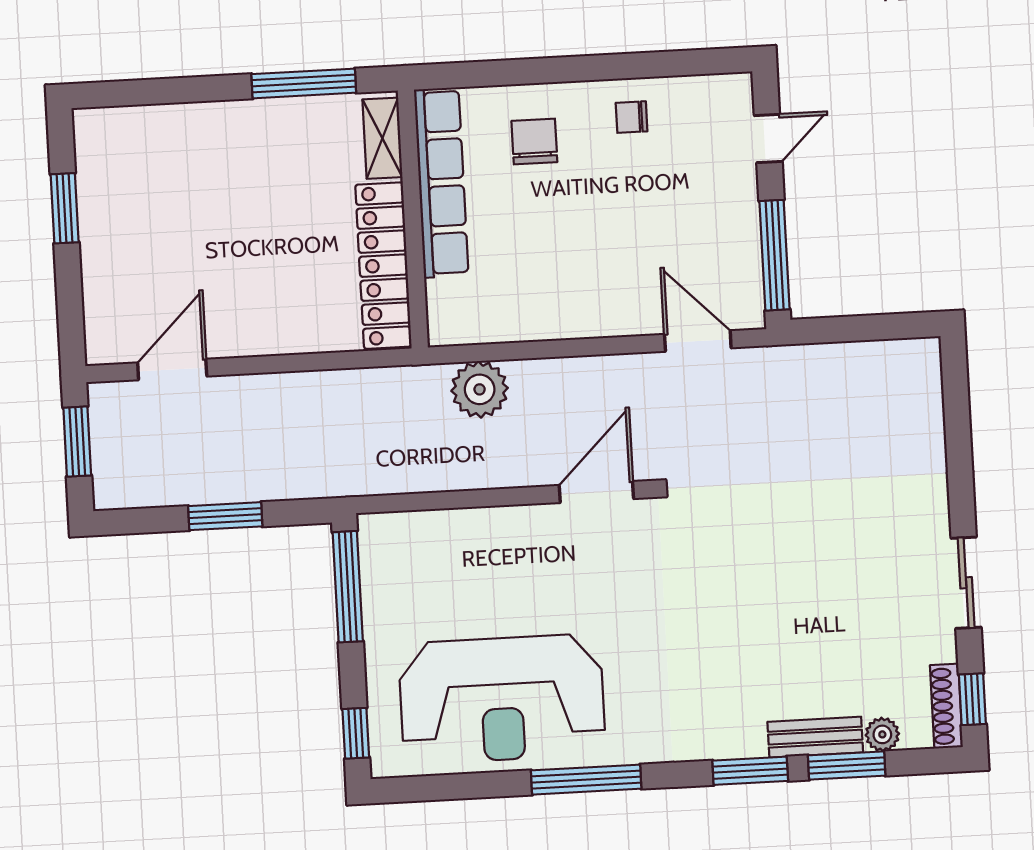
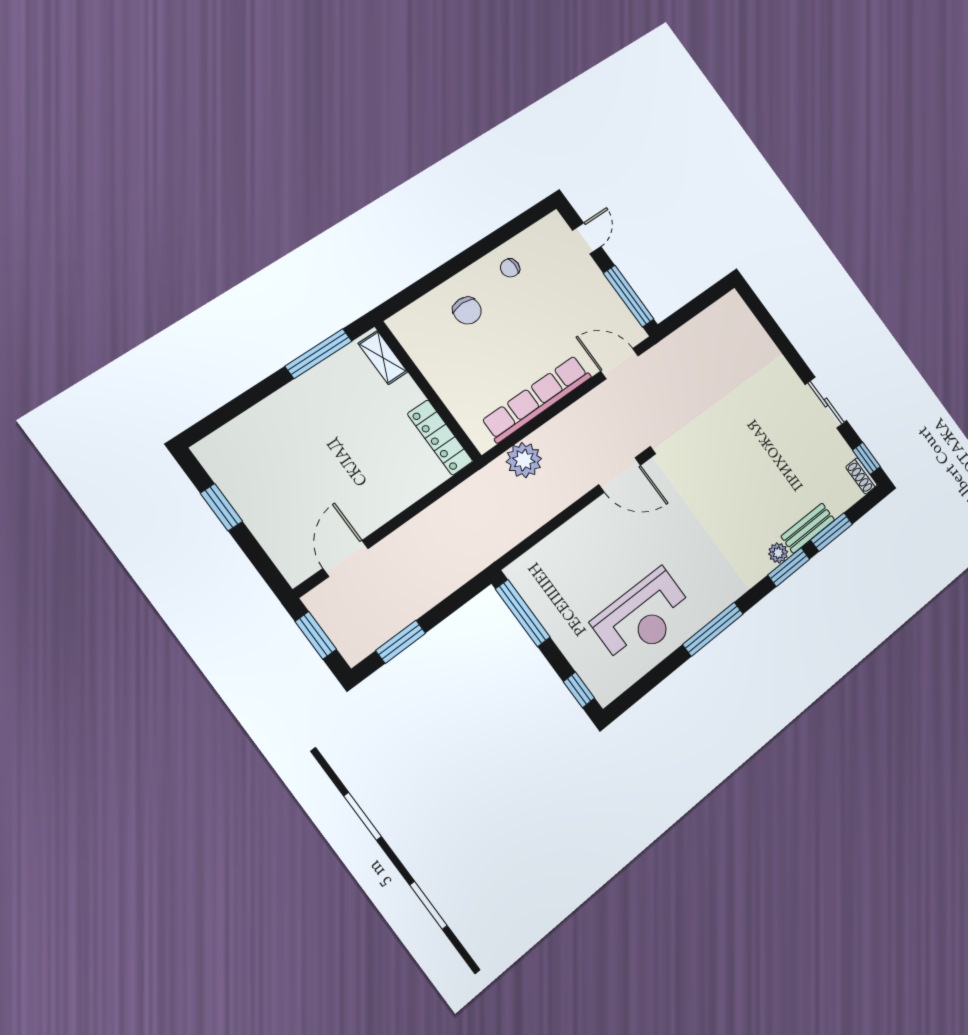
chair: (534, 142) -> (467, 311), turned 180
row of seats: (441, 183) -> (537, 399), moved, turned -90
locker: (383, 266) -> (440, 438), width x0.71, depth x0.83
door: (596, 492) -> (620, 475), swing flipped
window: (225, 516) -> (401, 642), moved
reception desk: (502, 699) -> (643, 617), width x0.74, depth x0.77
shoe rack: (946, 706) -> (861, 476), width x0.70
plant: (882, 734) -> (778, 553), moved

